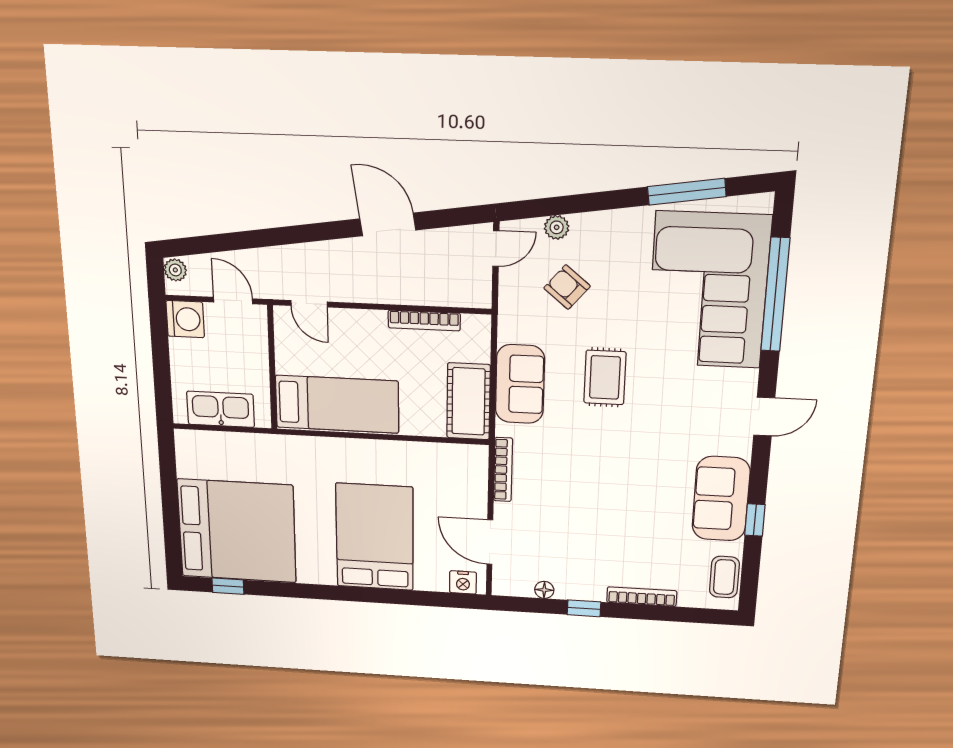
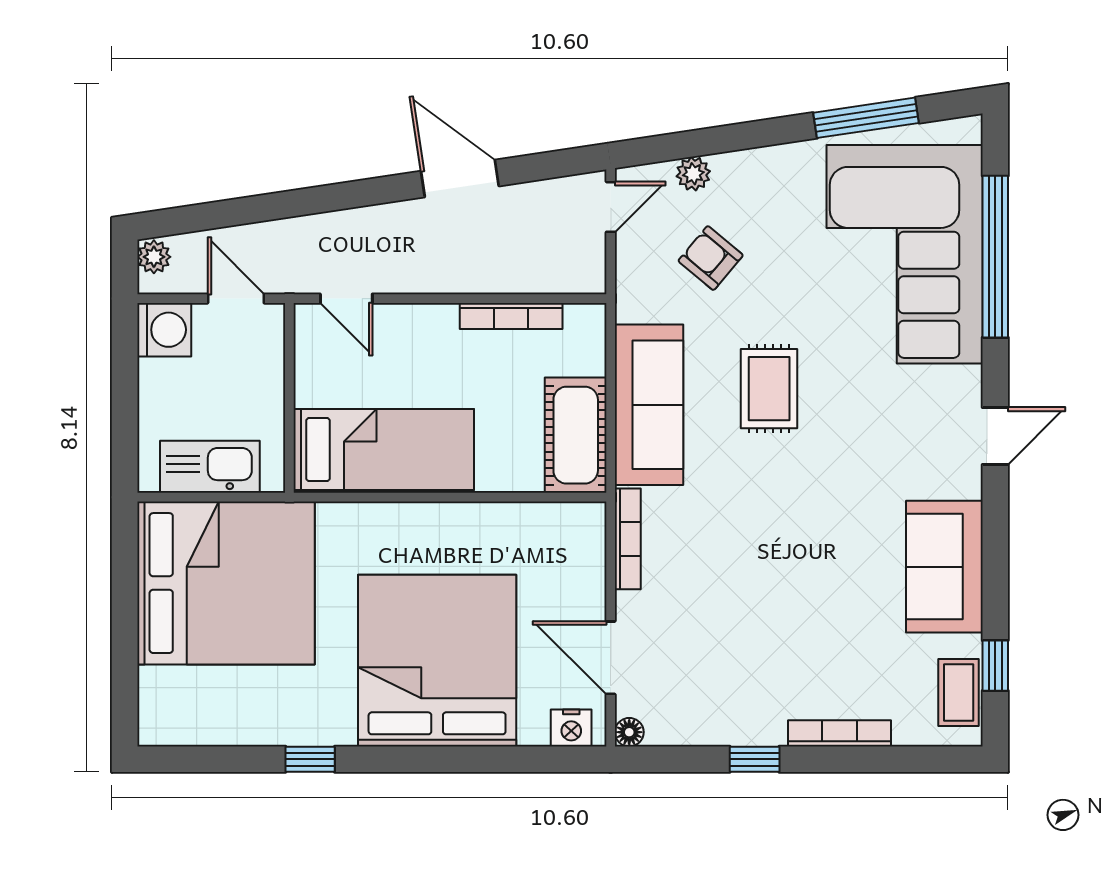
sofa: (520, 384) -> (649, 405), width x1.36
window: (755, 520) -> (995, 666), moved
bed: (237, 531) -> (226, 583), moved
bed: (375, 537) -> (437, 661), width x1.36
window: (228, 586) -> (310, 759), moved
floor lamp: (544, 590) -> (629, 732), moved

